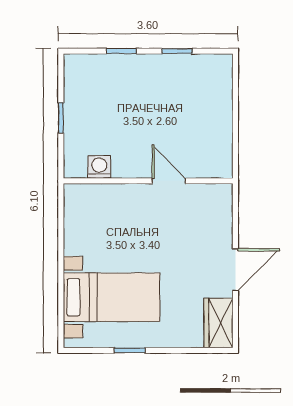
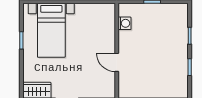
door: (169, 181) -> (117, 62), swing flipped

